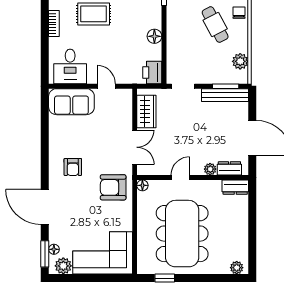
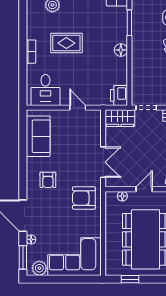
floor lamp: (154, 36) -> (121, 50), moved
sofa: (71, 102) -> (38, 136), moved, turned -90
wardrobe: (146, 111) -> (120, 118), moved, turned 90
floor lamp: (142, 185) -> (122, 196), moved
floor lamp: (54, 249) -> (31, 239), moved

